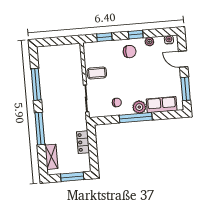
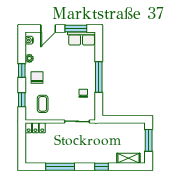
coffee table: (97, 73) -> (43, 104), moved
row of seats: (162, 105) -> (82, 39), moved, turned -90
plant: (139, 107) -> (89, 73), removed
window: (40, 129) -> (101, 167), width x0.46
locker: (83, 142) -> (35, 128), moved

